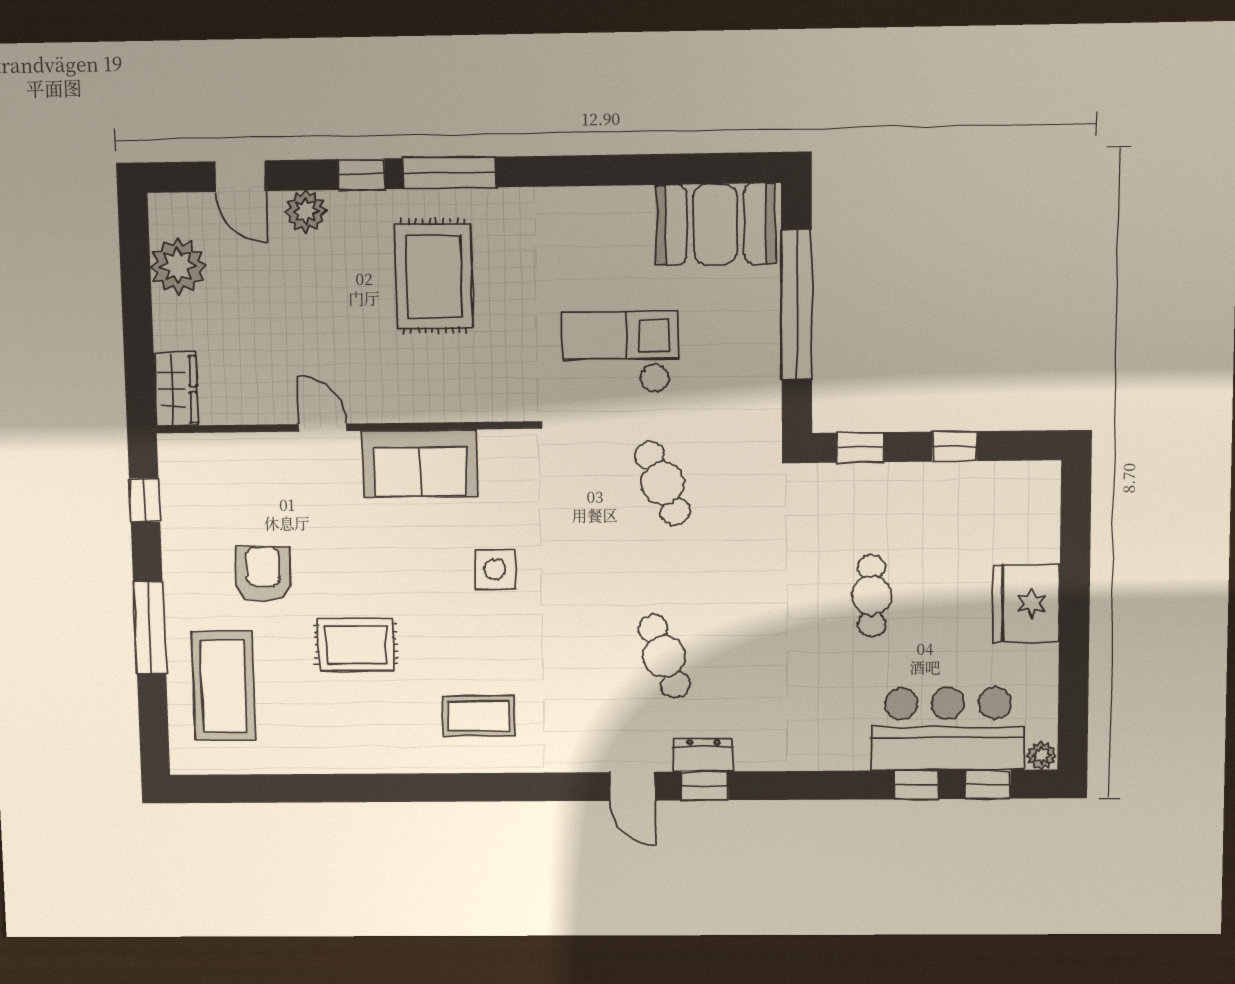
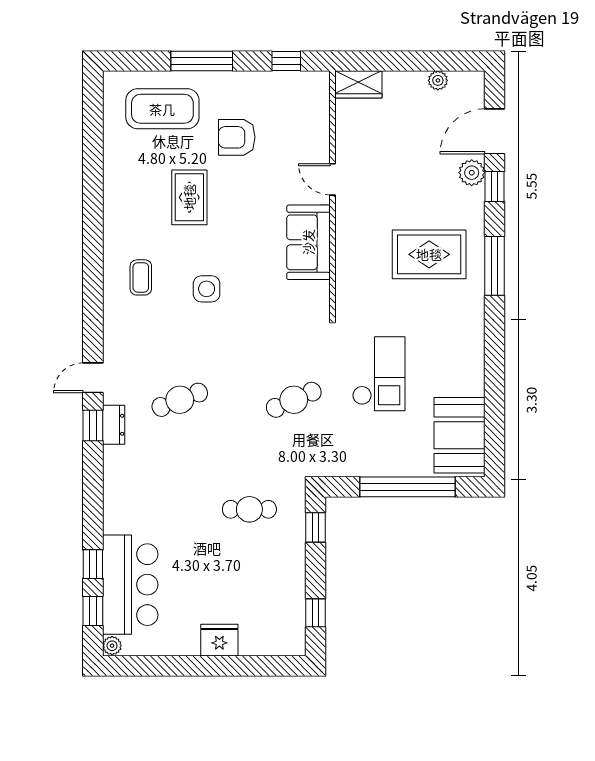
window: (361, 174) -> (495, 187), moved
door: (240, 176) -> (495, 131), width x1.38
plant: (178, 266) -> (438, 80), width x0.53, depth x0.53
door: (322, 428) -> (332, 179), swing flipped
window: (954, 446) -> (316, 613), moved
side table: (495, 569) -> (207, 289), moved
armchair: (263, 574) -> (237, 137), turned 180
cafe table: (872, 596) -> (249, 509), moved
fridge: (1026, 604) -> (219, 640), width x0.73, depth x0.75
coffee table: (479, 716) -> (141, 277), width x0.73, depth x0.77

